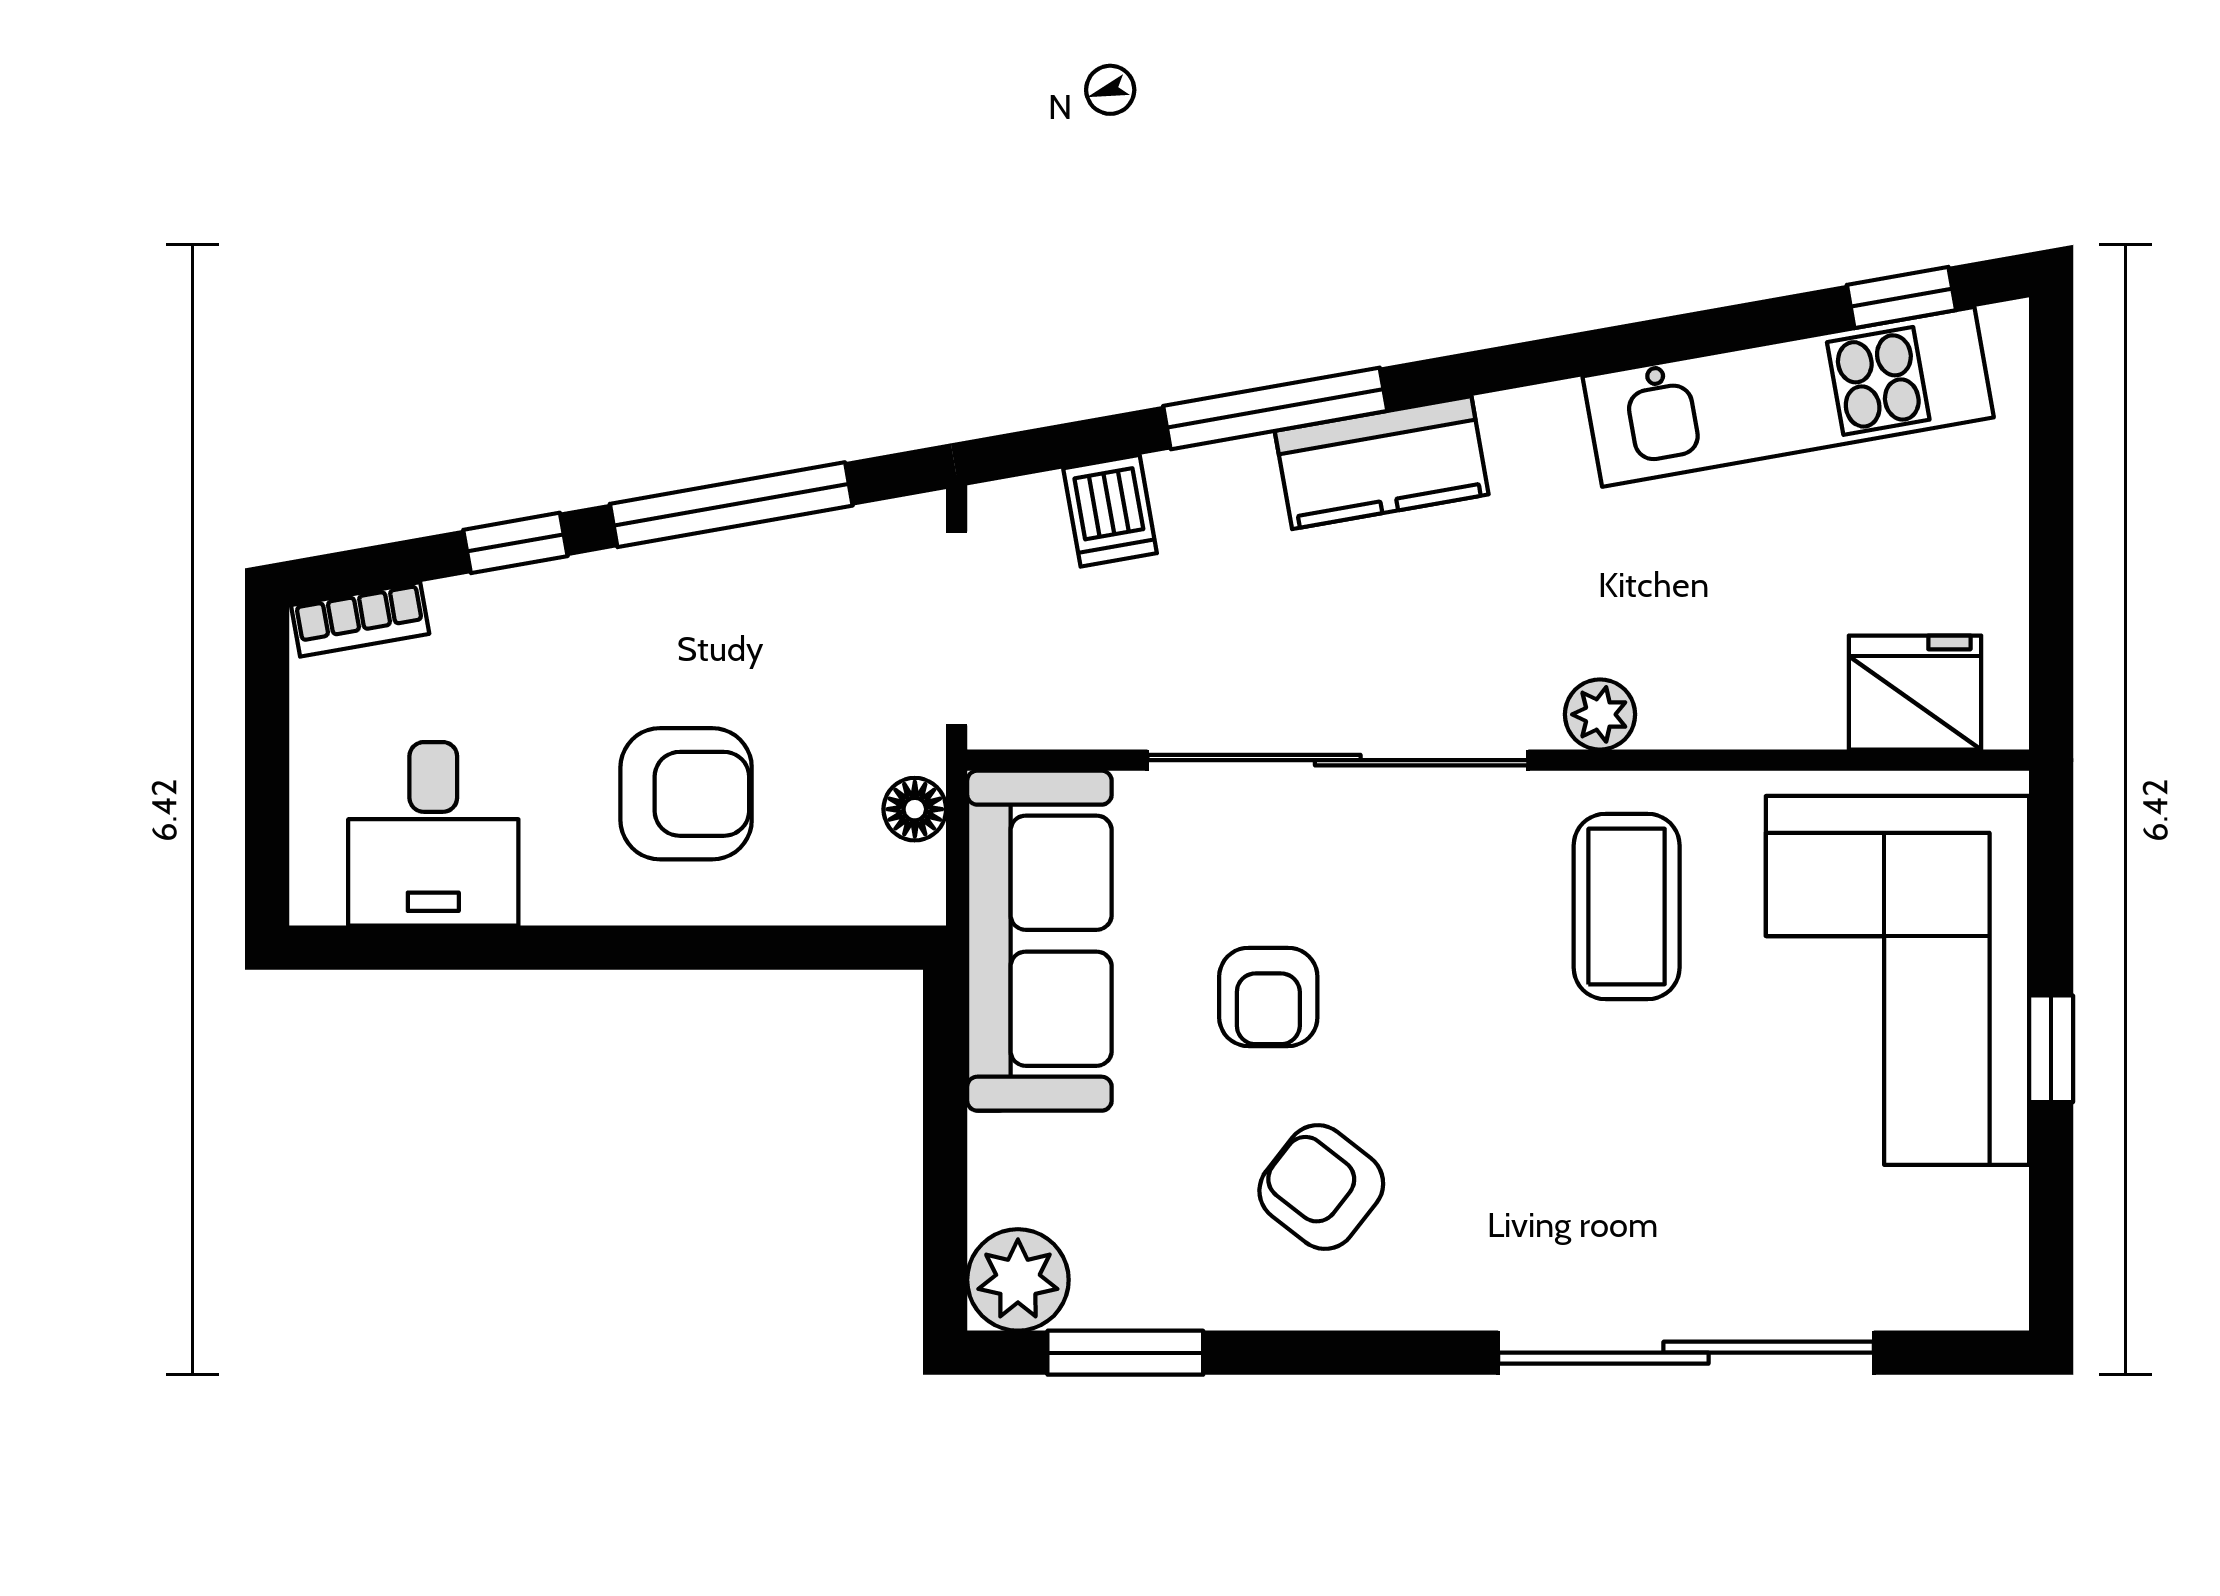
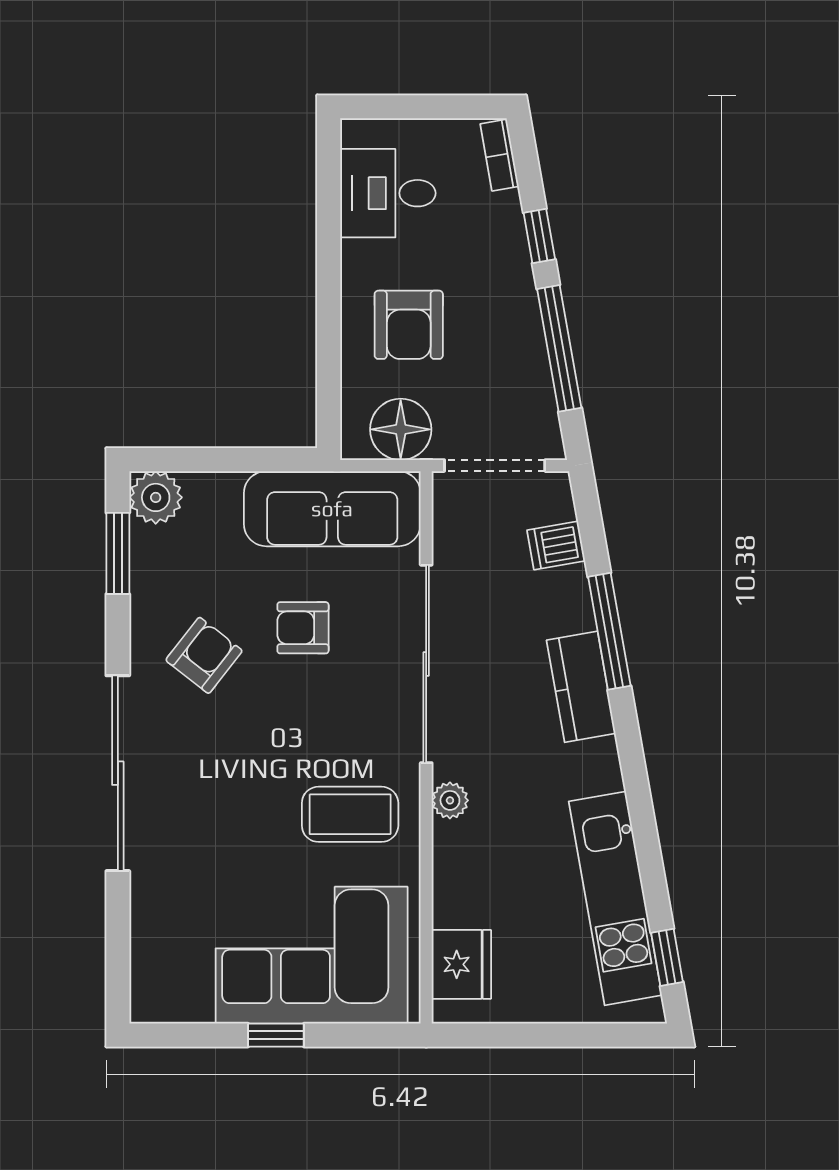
floor lamp: (915, 809) -> (401, 429), width x1.89, depth x1.89
sliding door: (1686, 1353) -> (118, 773), moved

